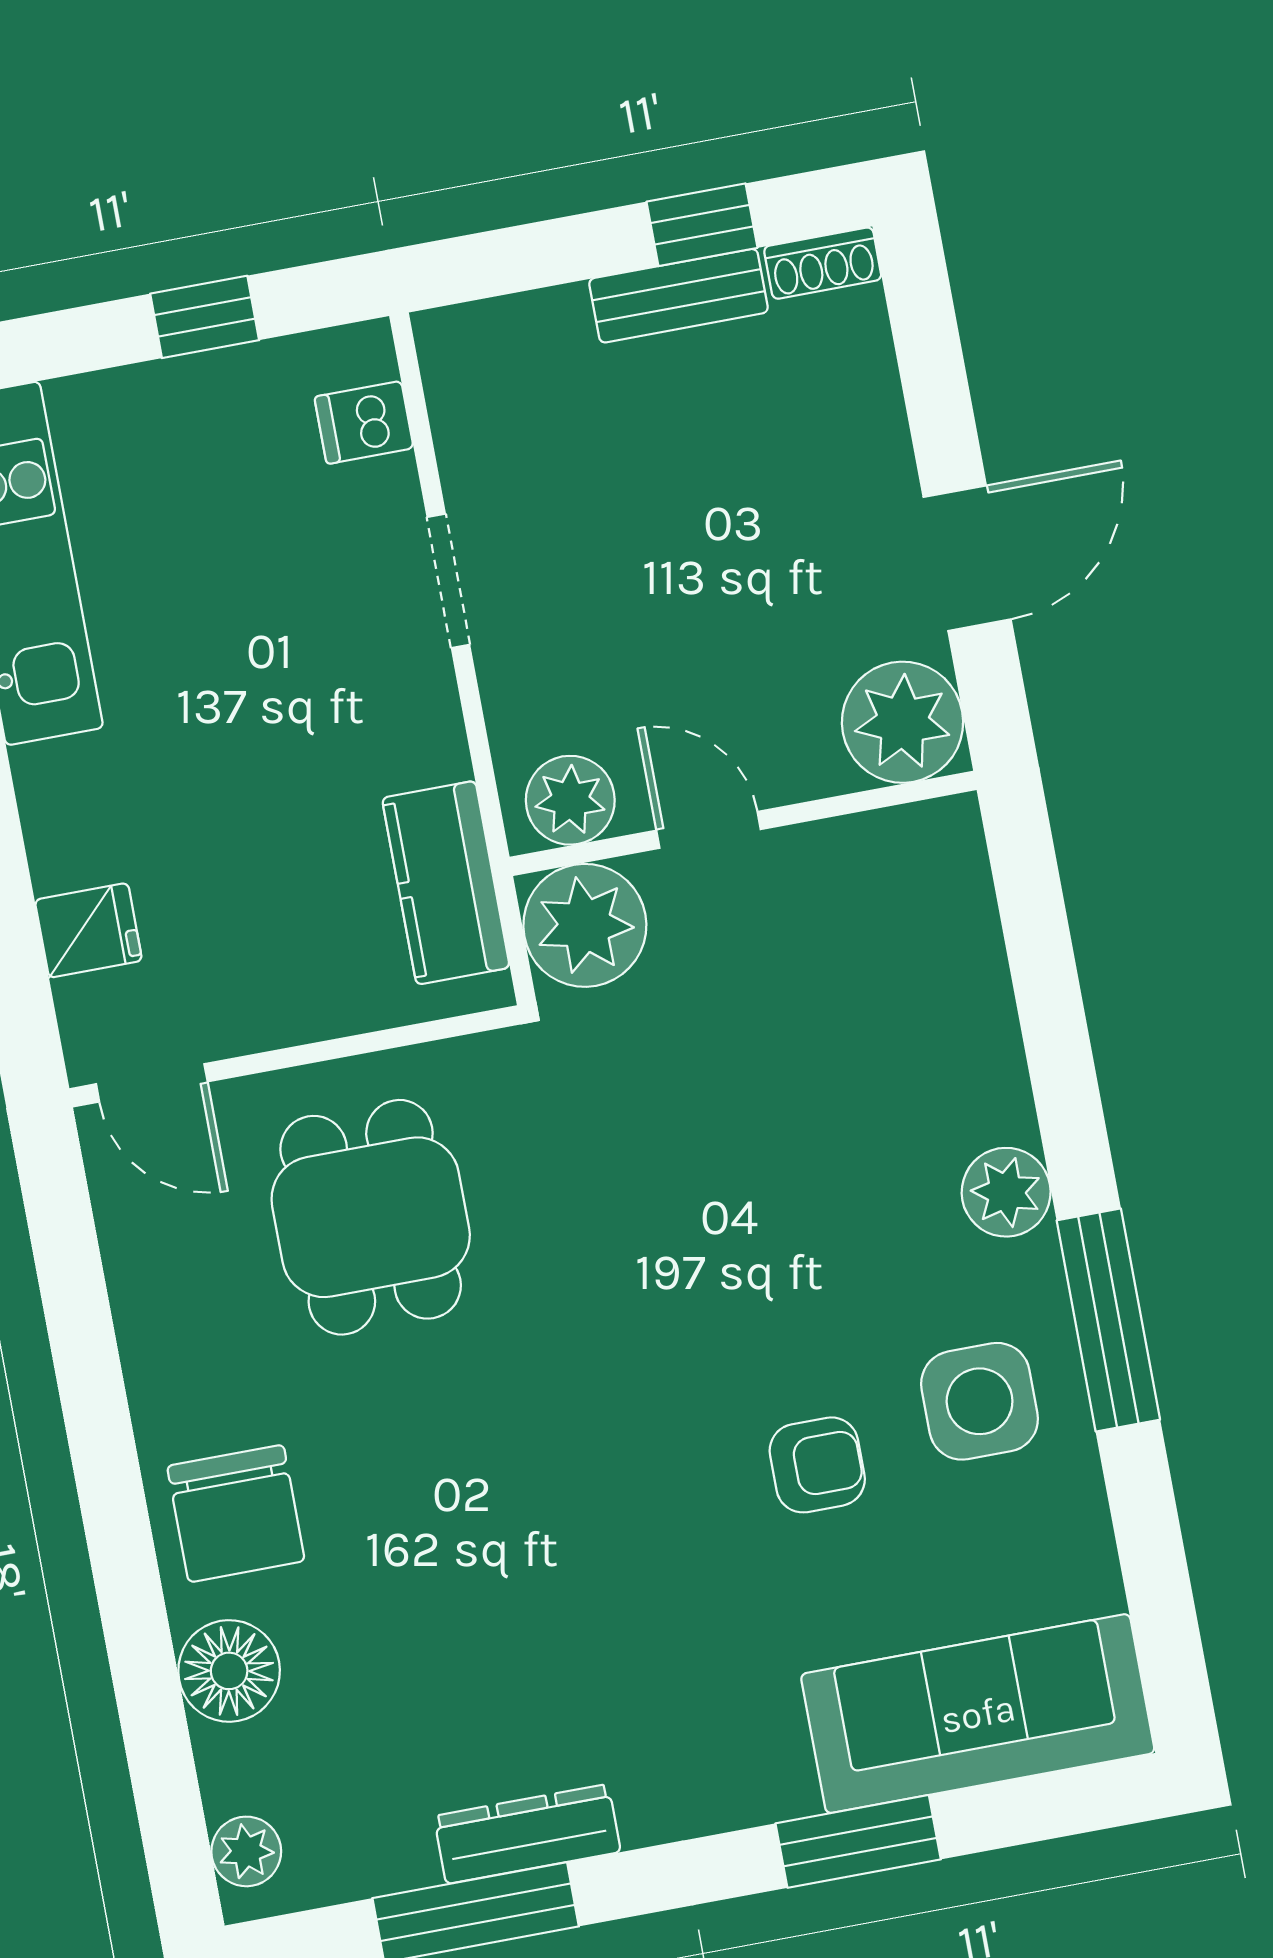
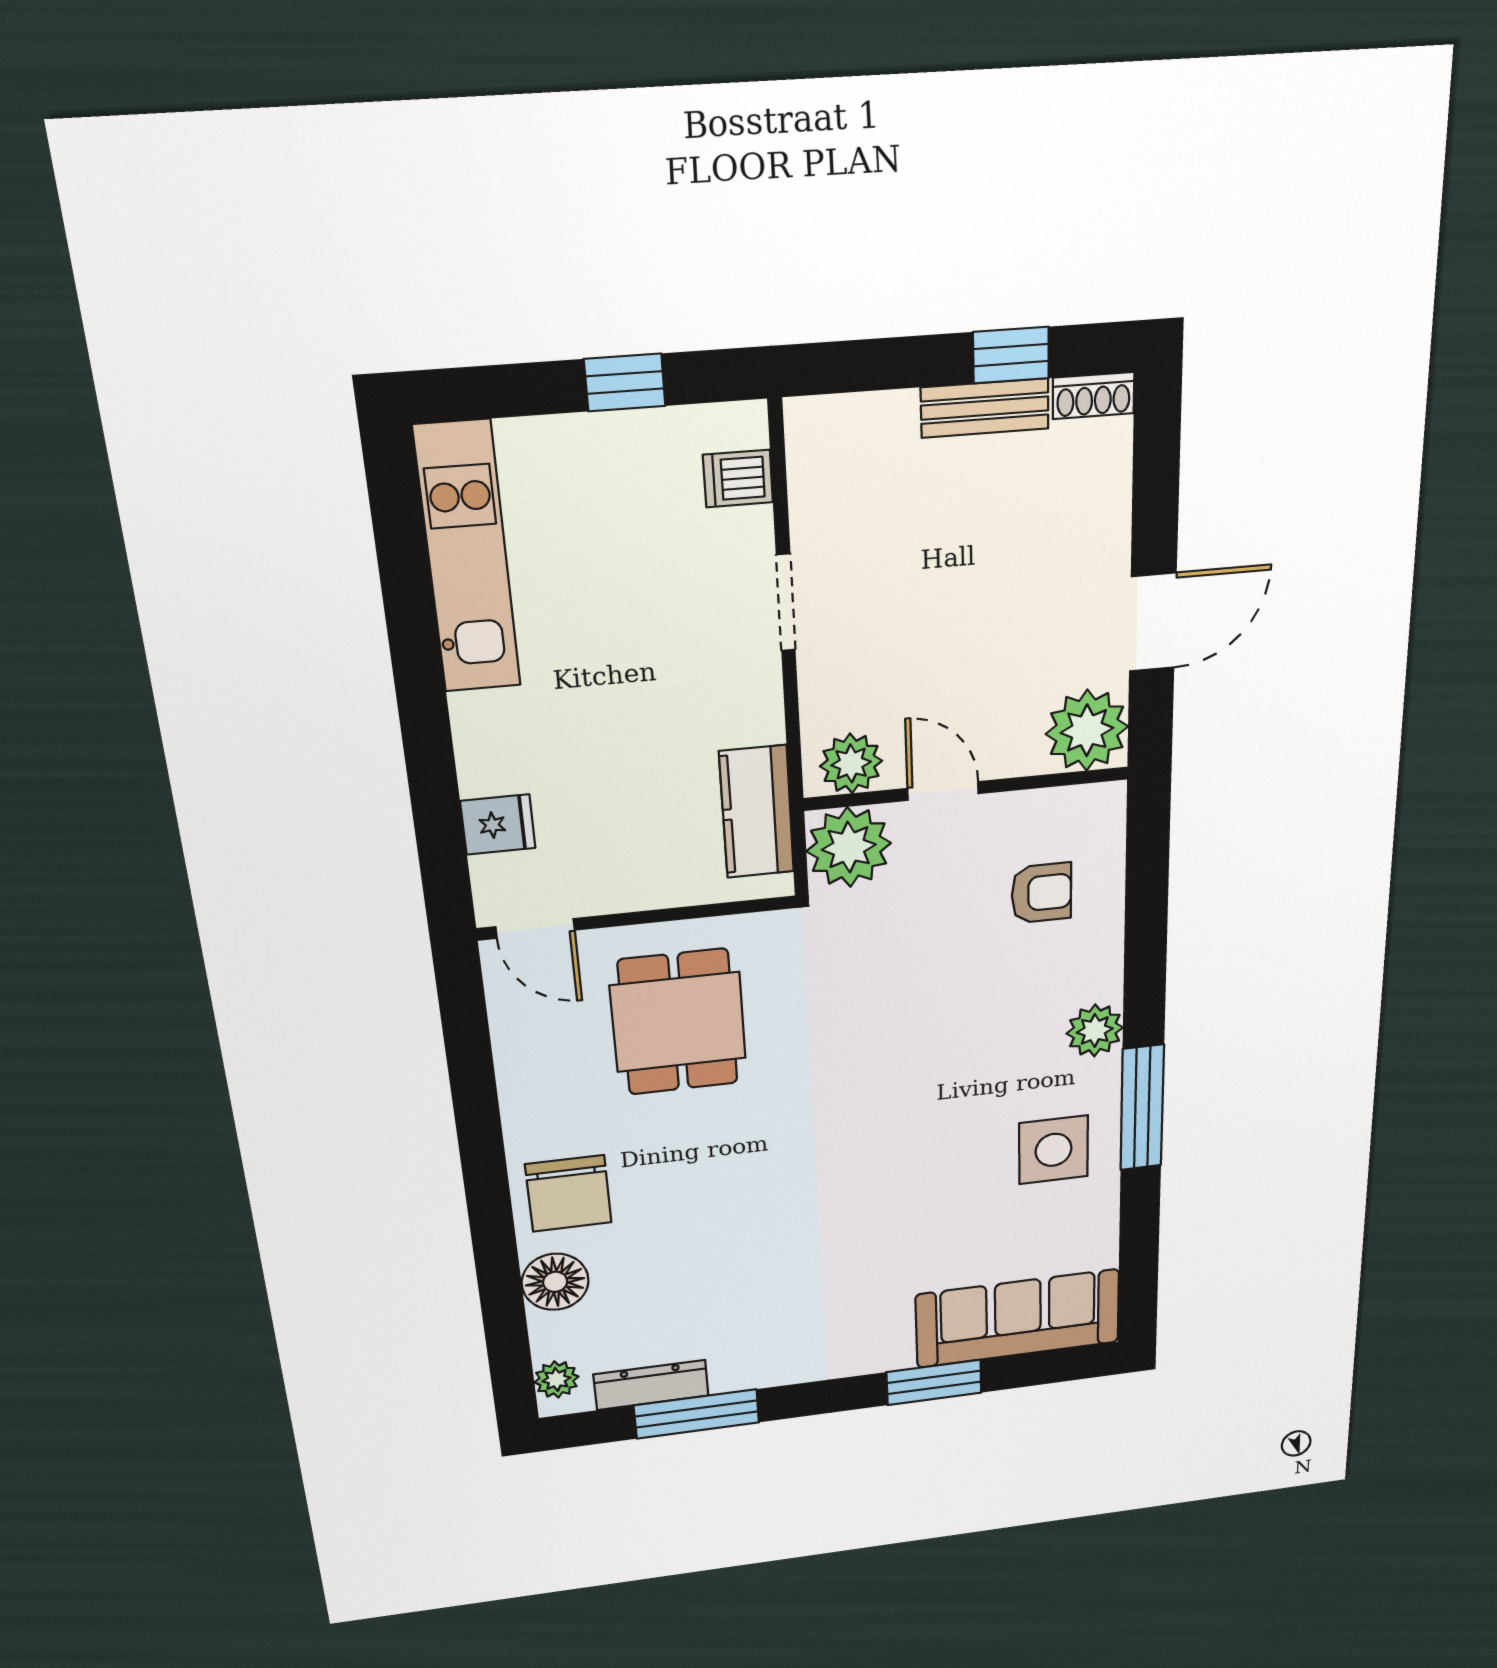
armchair: (817, 1465) -> (1041, 893), moved
dresser: (527, 1834) -> (651, 1385), moved

